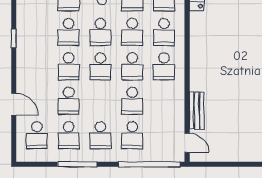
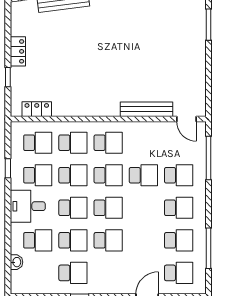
school desk: (69, 101) -> (73, 273), moved
bench: (197, 111) -> (147, 109), width x1.36
door: (187, 143) -> (186, 119), swing flipped
window: (77, 164) -> (208, 248), moved
window: (149, 164) -> (208, 158), width x0.68

